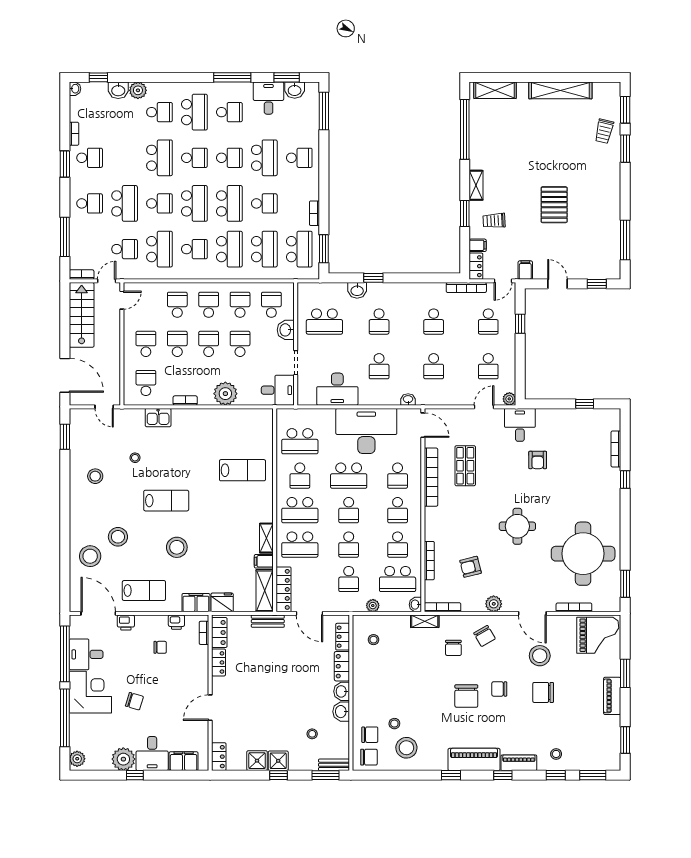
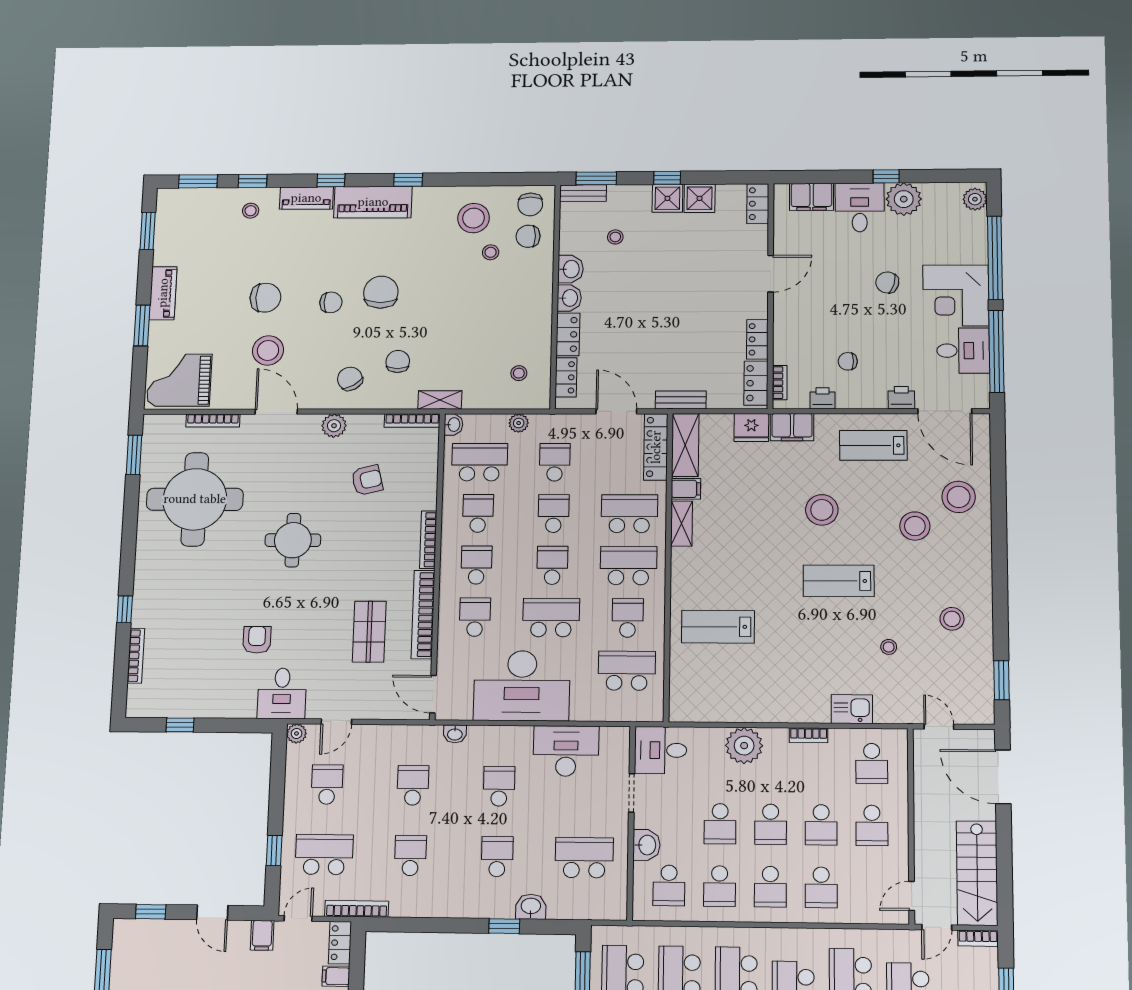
school desk: (488, 322) -> (324, 854), width x1.85
bookcase: (429, 561) -> (428, 540), moved
chair: (369, 757) -> (530, 204), turned -90

